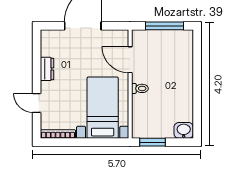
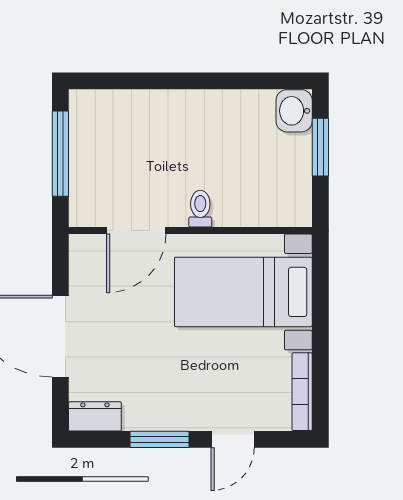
dresser: (47, 69) -> (95, 416), moved
window: (37, 70) -> (160, 439), added
window: (153, 142) -> (320, 147), moved

